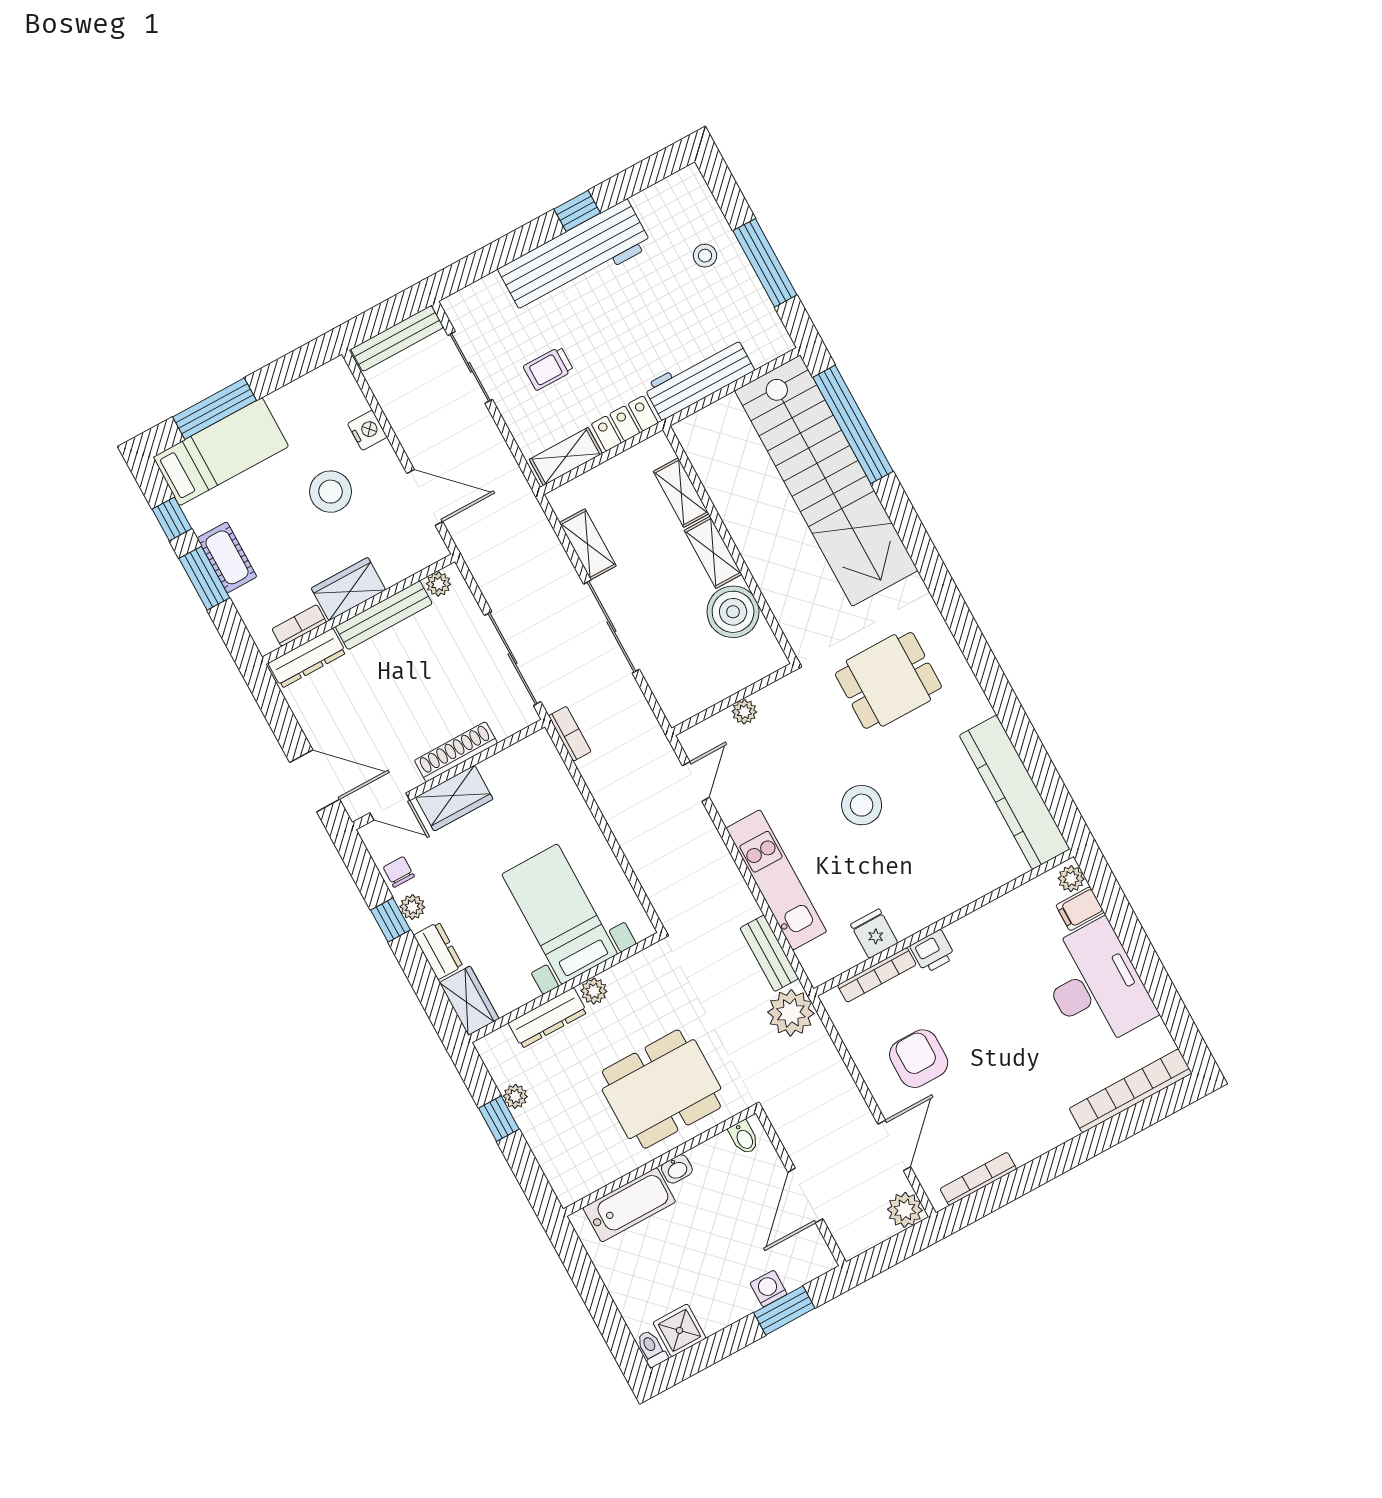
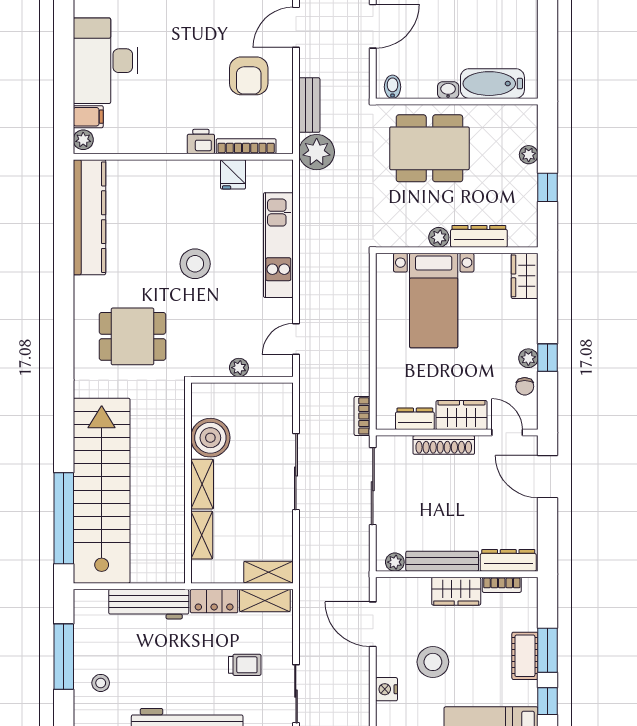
shelving: (588, 544) -> (268, 572), moved, turned 90
dresser: (438, 951) -> (415, 419), moved, turned 90
bench: (769, 953) -> (309, 105), moved
plant: (515, 1096) -> (529, 155), moved

